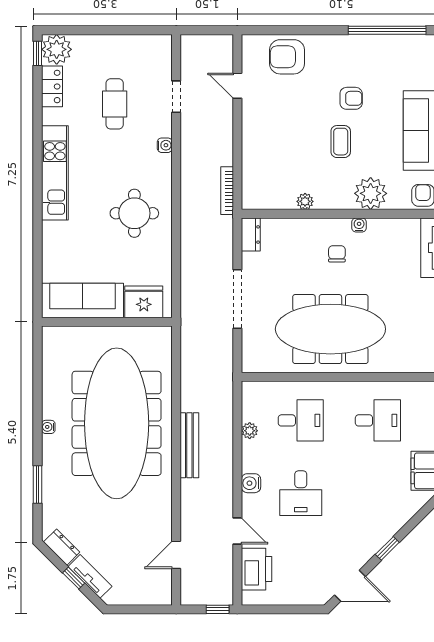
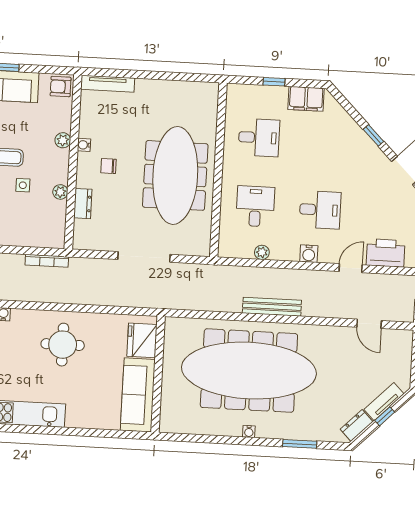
side table: (310, 159) -> (23, 185), added
plant: (371, 193) -> (63, 140), width x0.53, depth x0.53
dresser: (251, 235) -> (83, 204), moved, turned 90
desk: (378, 420) -> (259, 138), turned 90

